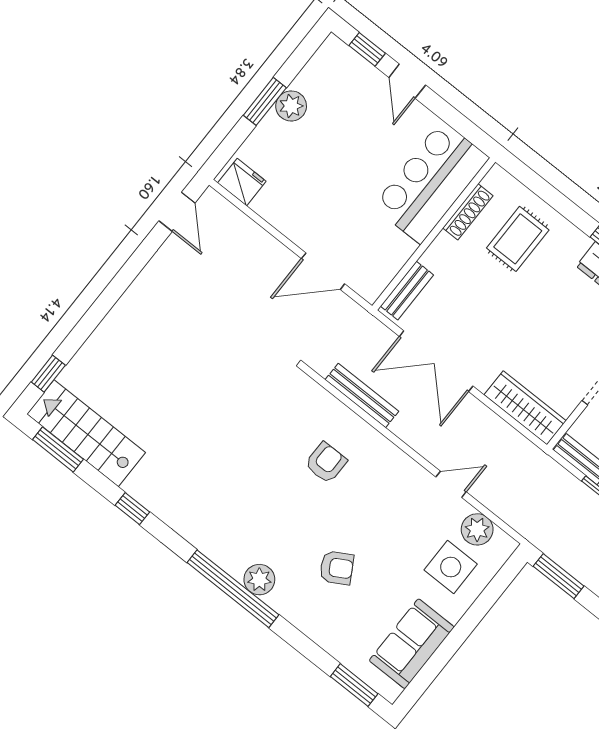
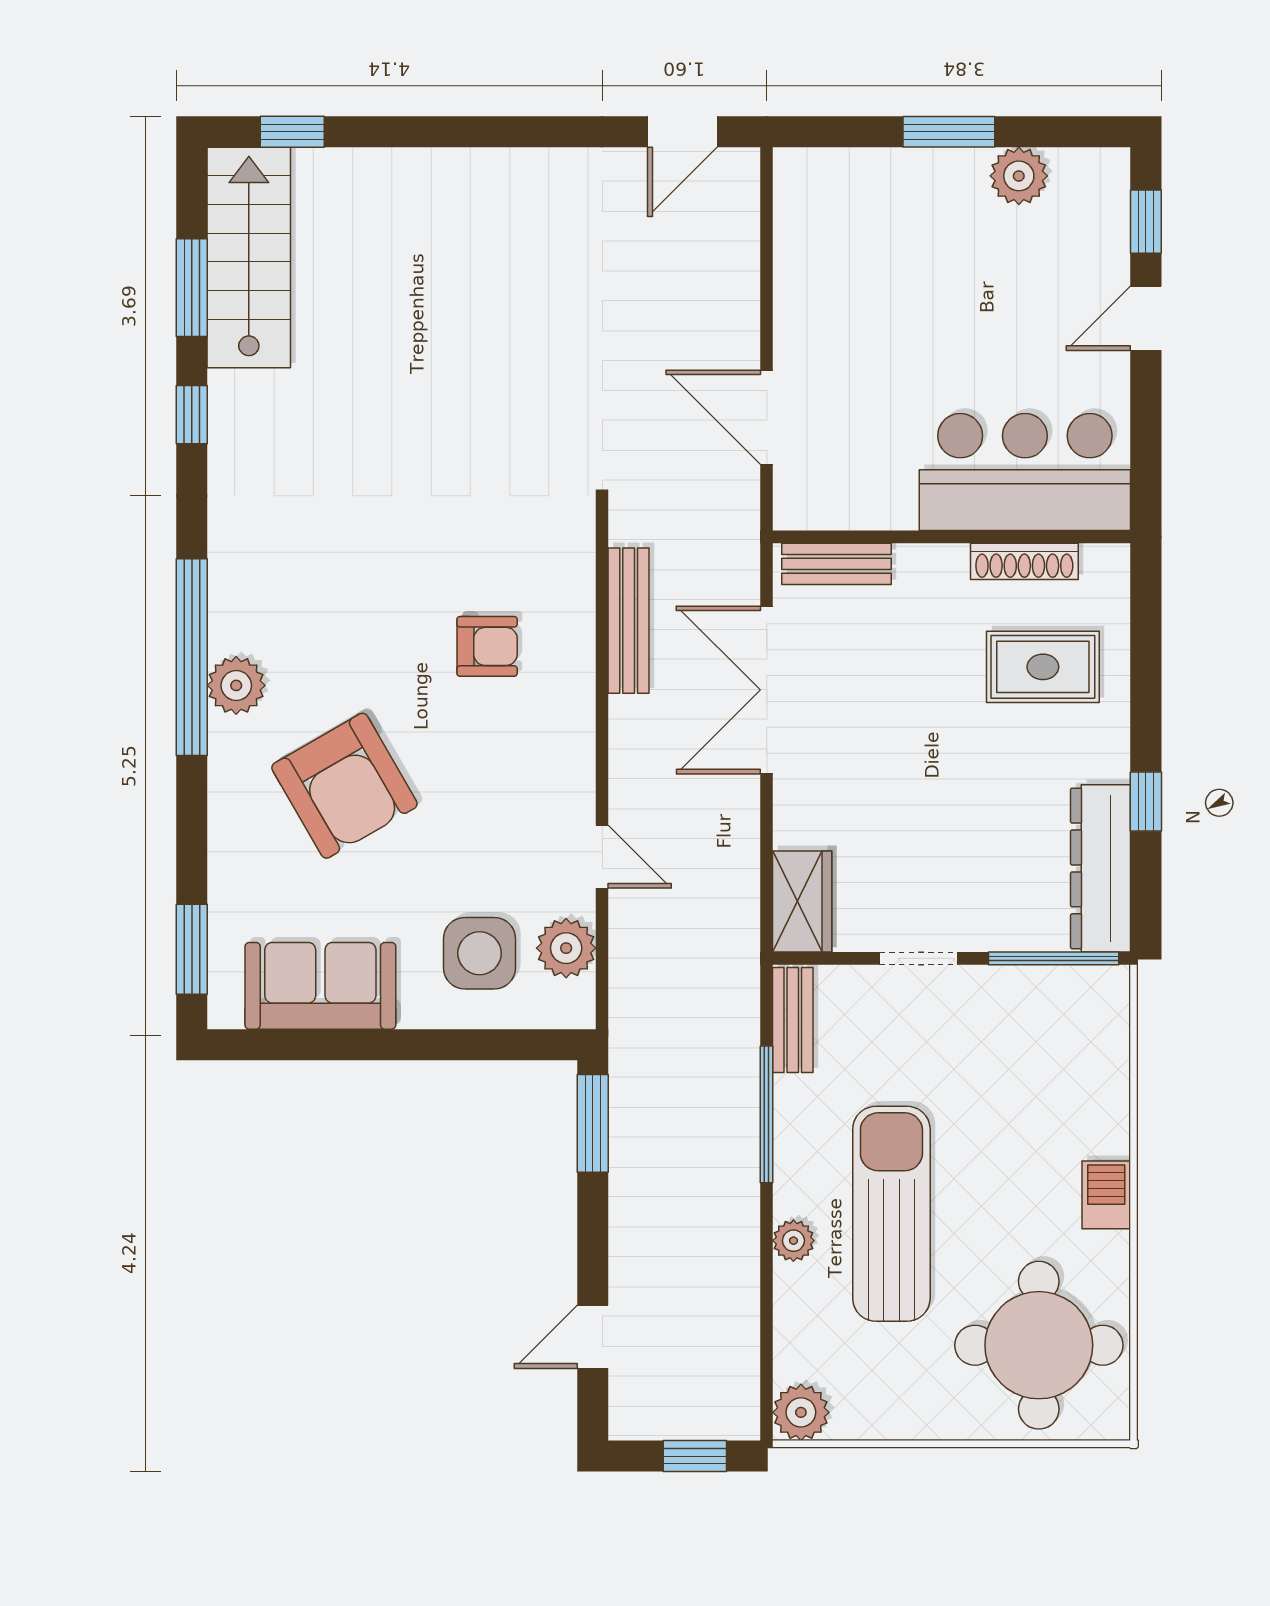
plant: (291, 106) -> (1019, 176), moved
fridge: (242, 182) -> (803, 193), removed
wardrobe: (525, 408) -> (802, 902), width x0.67
window: (58, 449) -> (192, 288), moved
armchair: (337, 568) -> (344, 786), width x1.88, depth x1.88

